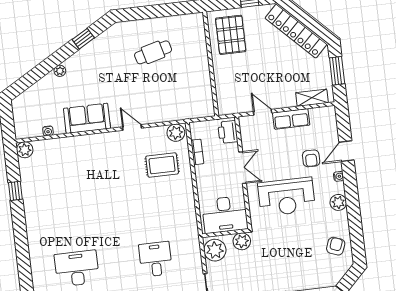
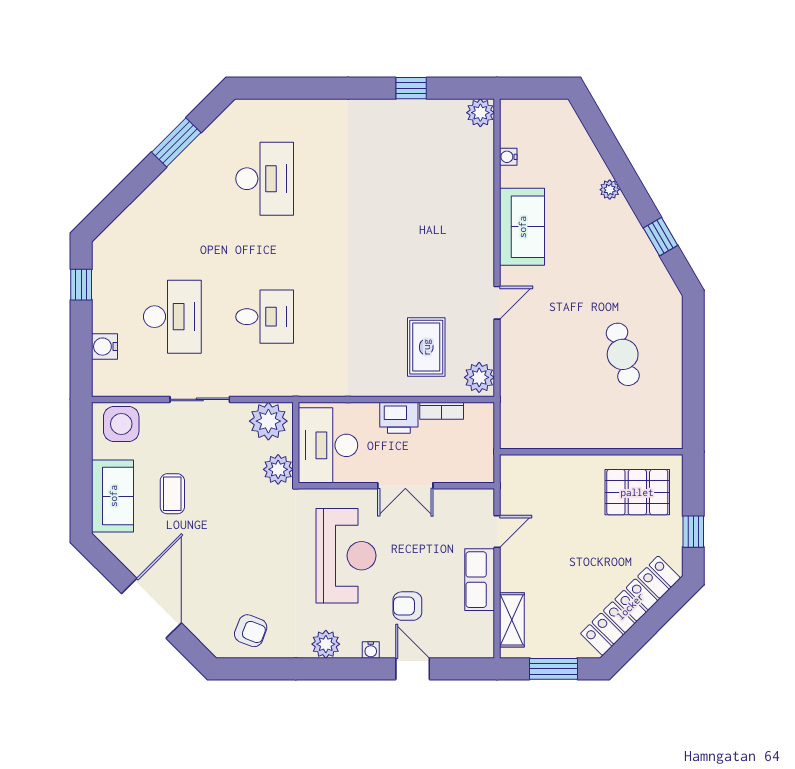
printer: (228, 132) -> (399, 418), moved, turned 180
reception desk: (286, 197) -> (346, 556), turned 180

